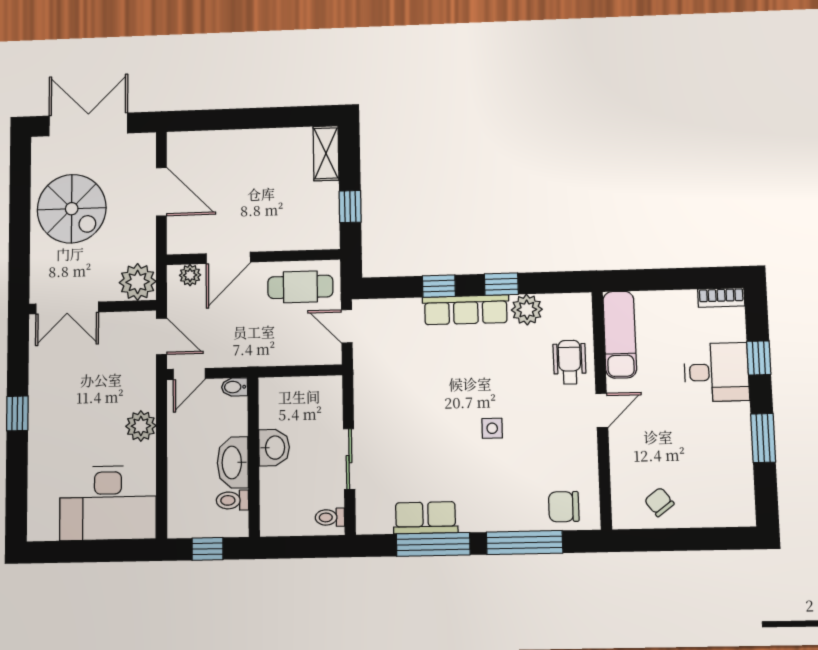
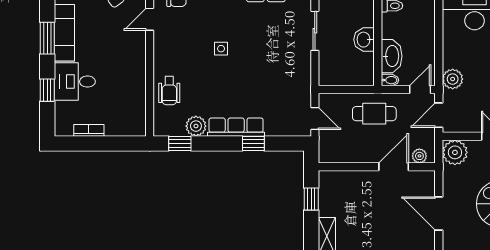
window: (501, 284) -> (180, 143), moved
cafe table: (300, 287) -> (374, 114), moved
bookcase: (721, 298) -> (89, 130), moved
exam couch: (620, 335) -> (64, 33), moved, turned 180
door: (161, 336) -> (439, 115), hinge flipped
door: (602, 410) -> (150, 19), moved
plant: (141, 426) -> (453, 79), moved
washbasin: (233, 462) -> (392, 56), moved

